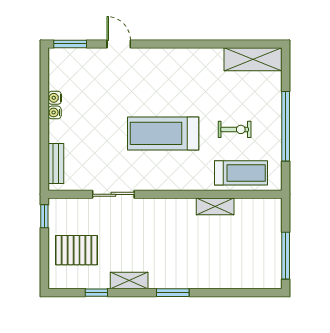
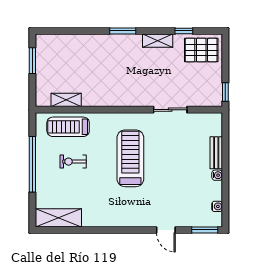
water cooler: (55, 98) -> (217, 206), moved
treadmill: (163, 133) -> (130, 158), turned -90
bench: (56, 164) -> (216, 153), moved
shelving: (215, 206) -> (66, 100), moved
pallet: (77, 250) -> (201, 50), moved
window: (286, 256) -> (32, 61), width x0.69

